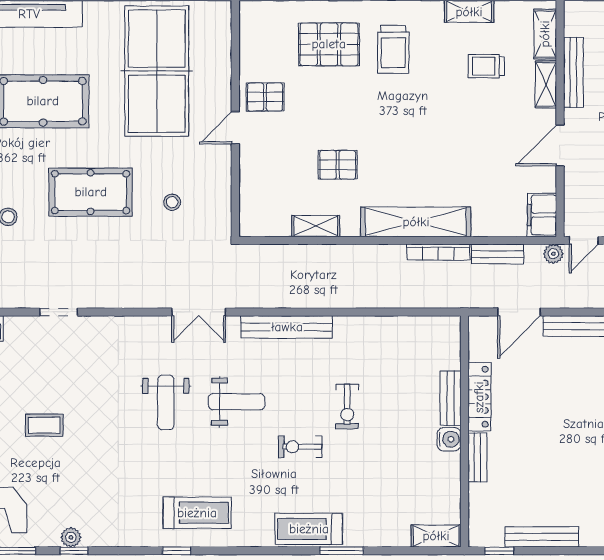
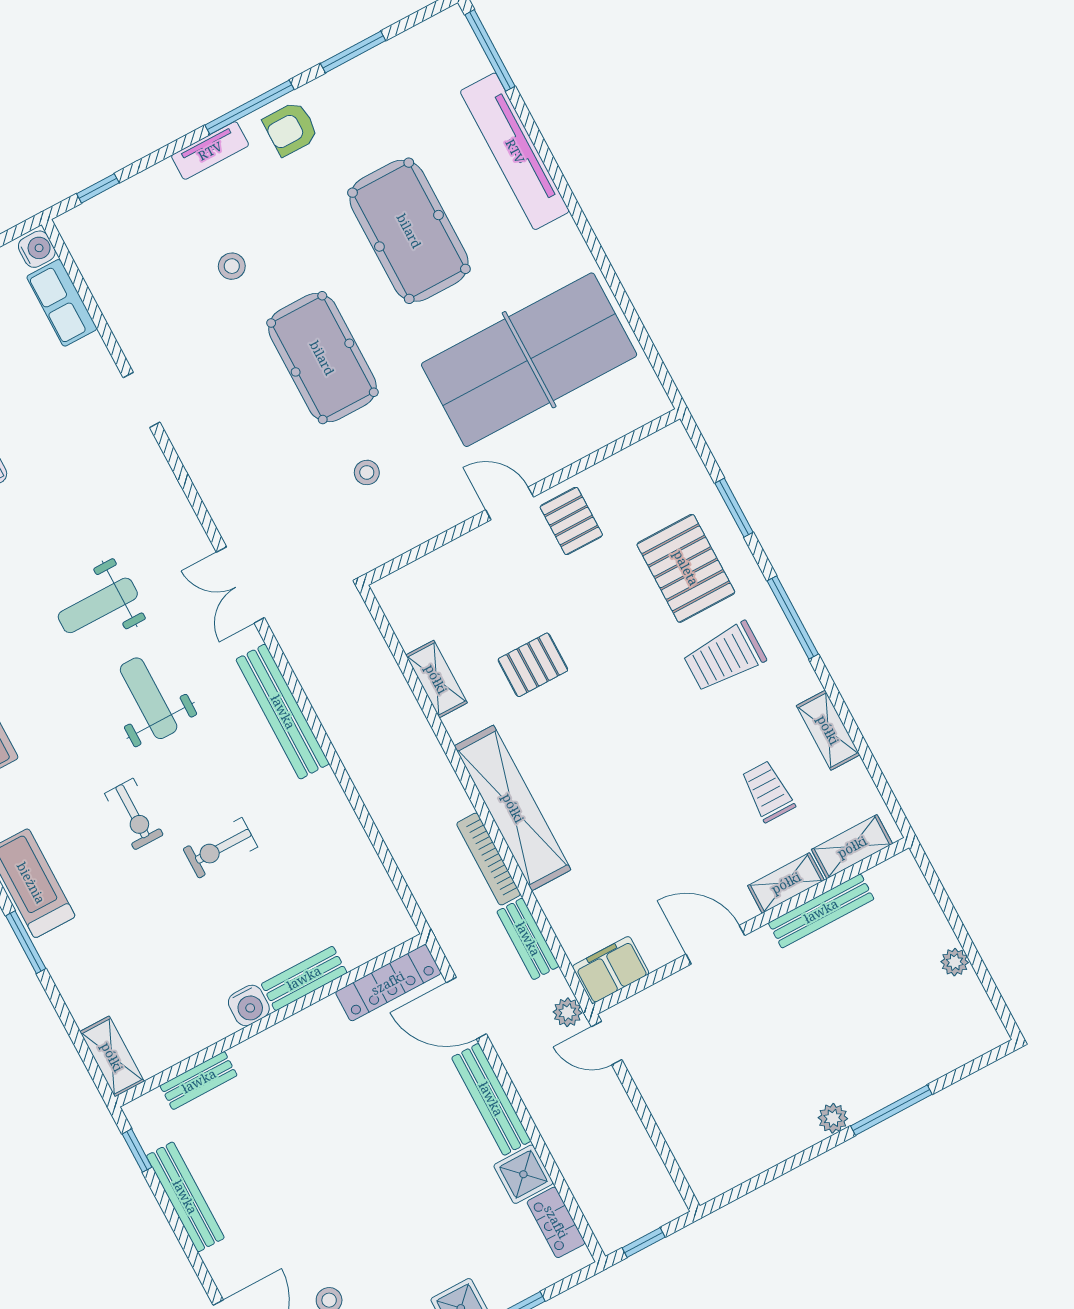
pallet: (338, 165) -> (533, 665), turned 90
locker: (479, 397) -> (388, 983), moved
weight bench: (237, 402) -> (149, 698), turned 180
exercise bike: (300, 447) -> (134, 814), turned 180
bench: (477, 458) -> (199, 1081), moved

